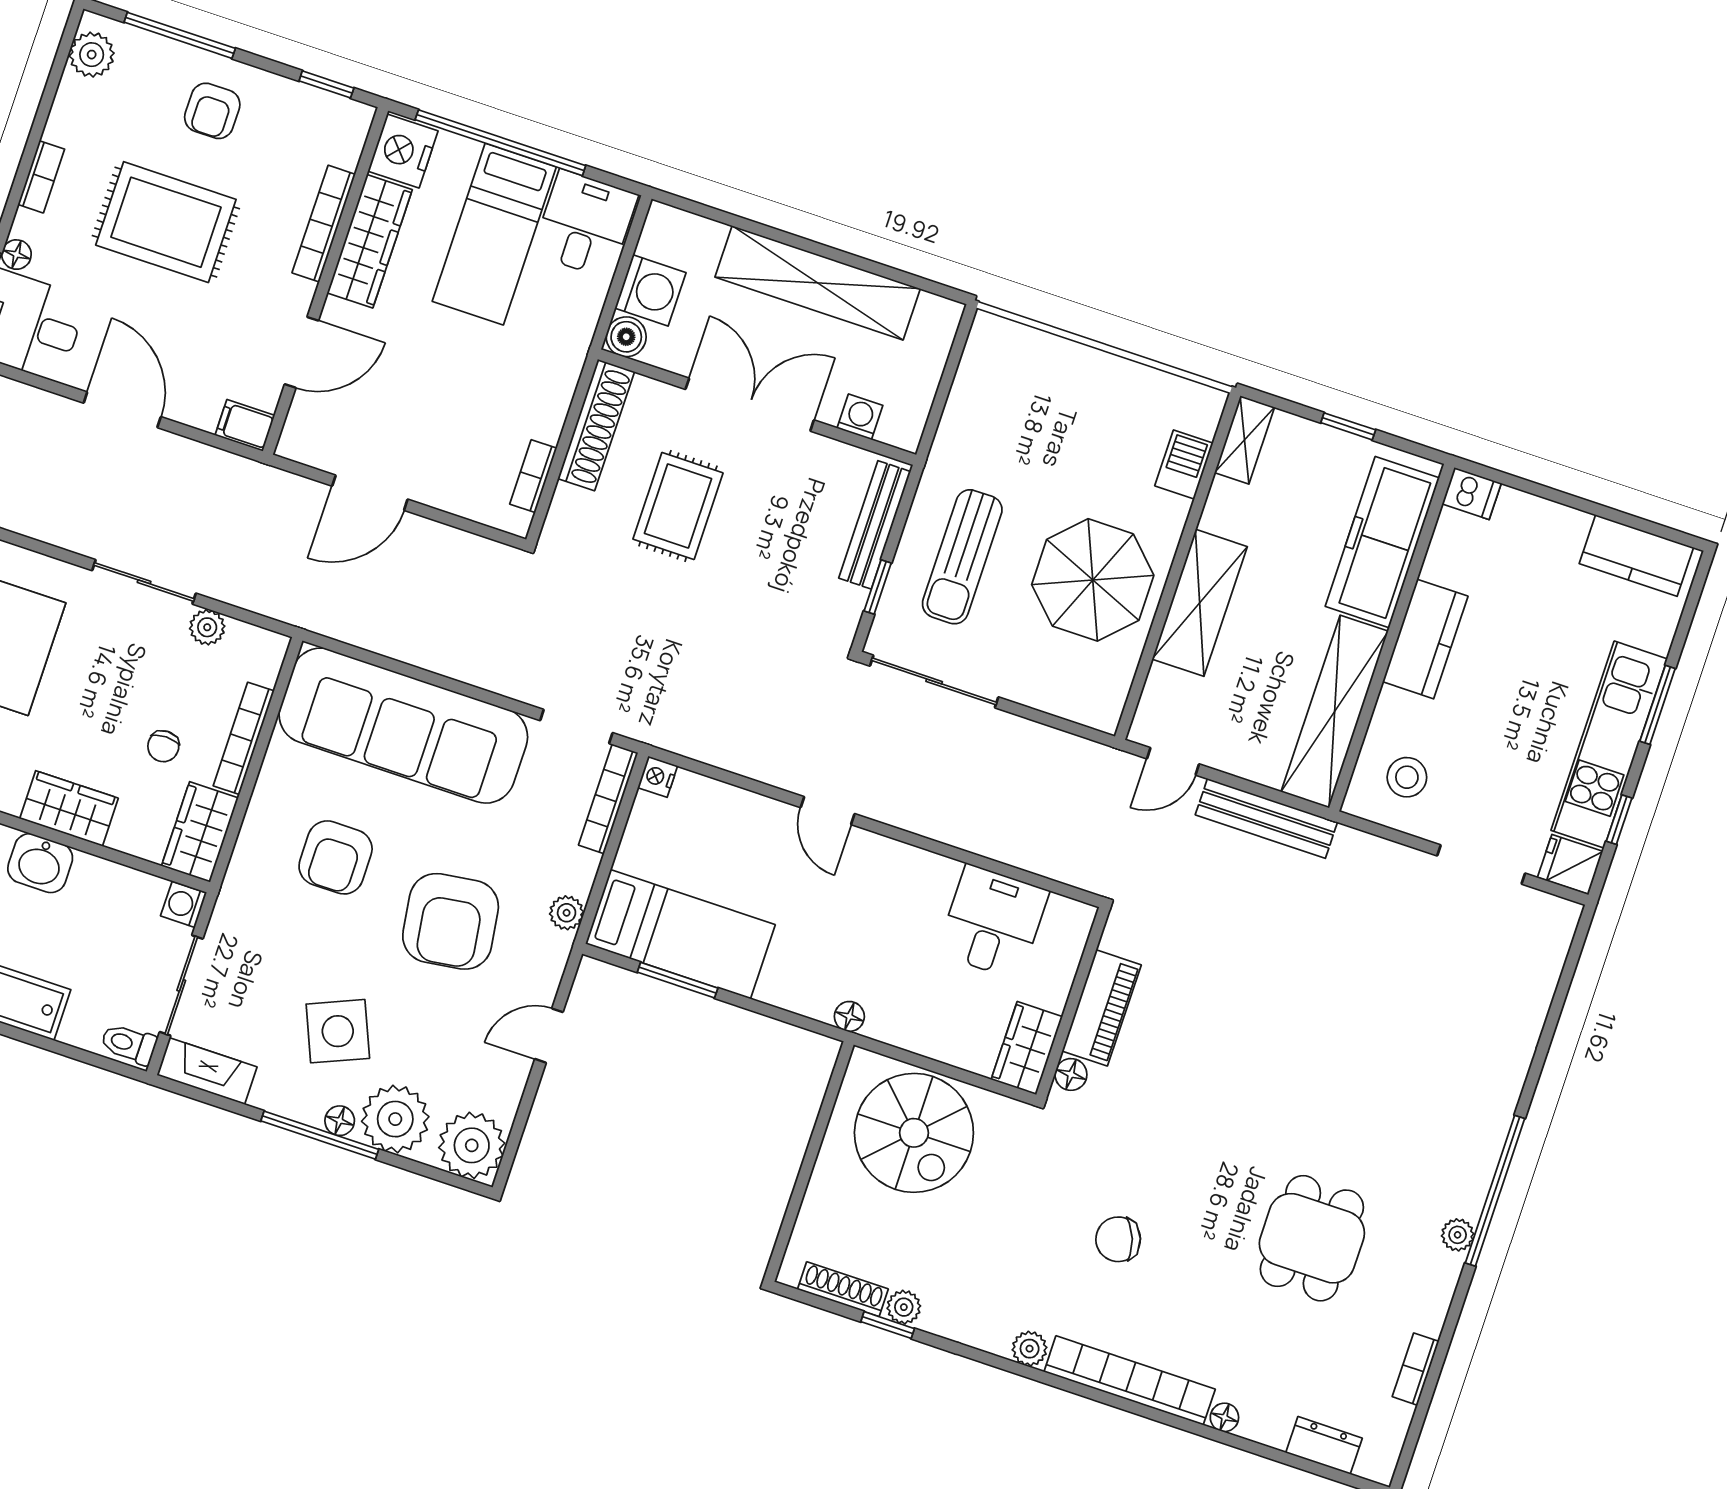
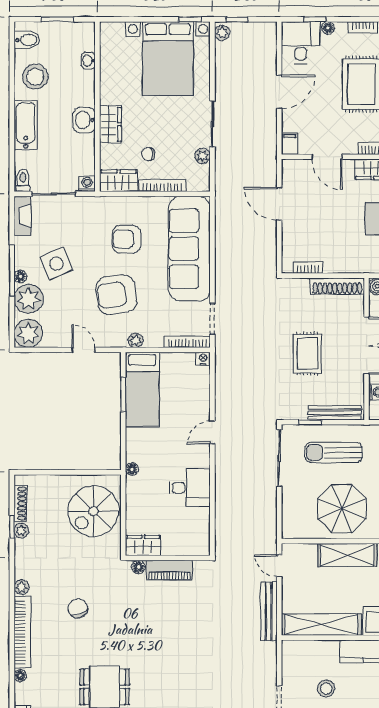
rug: (678, 506) -> (307, 353), moved, turned 90
stool: (1407, 777) -> (326, 688), moved
desk: (993, 922) -> (190, 488), moved

